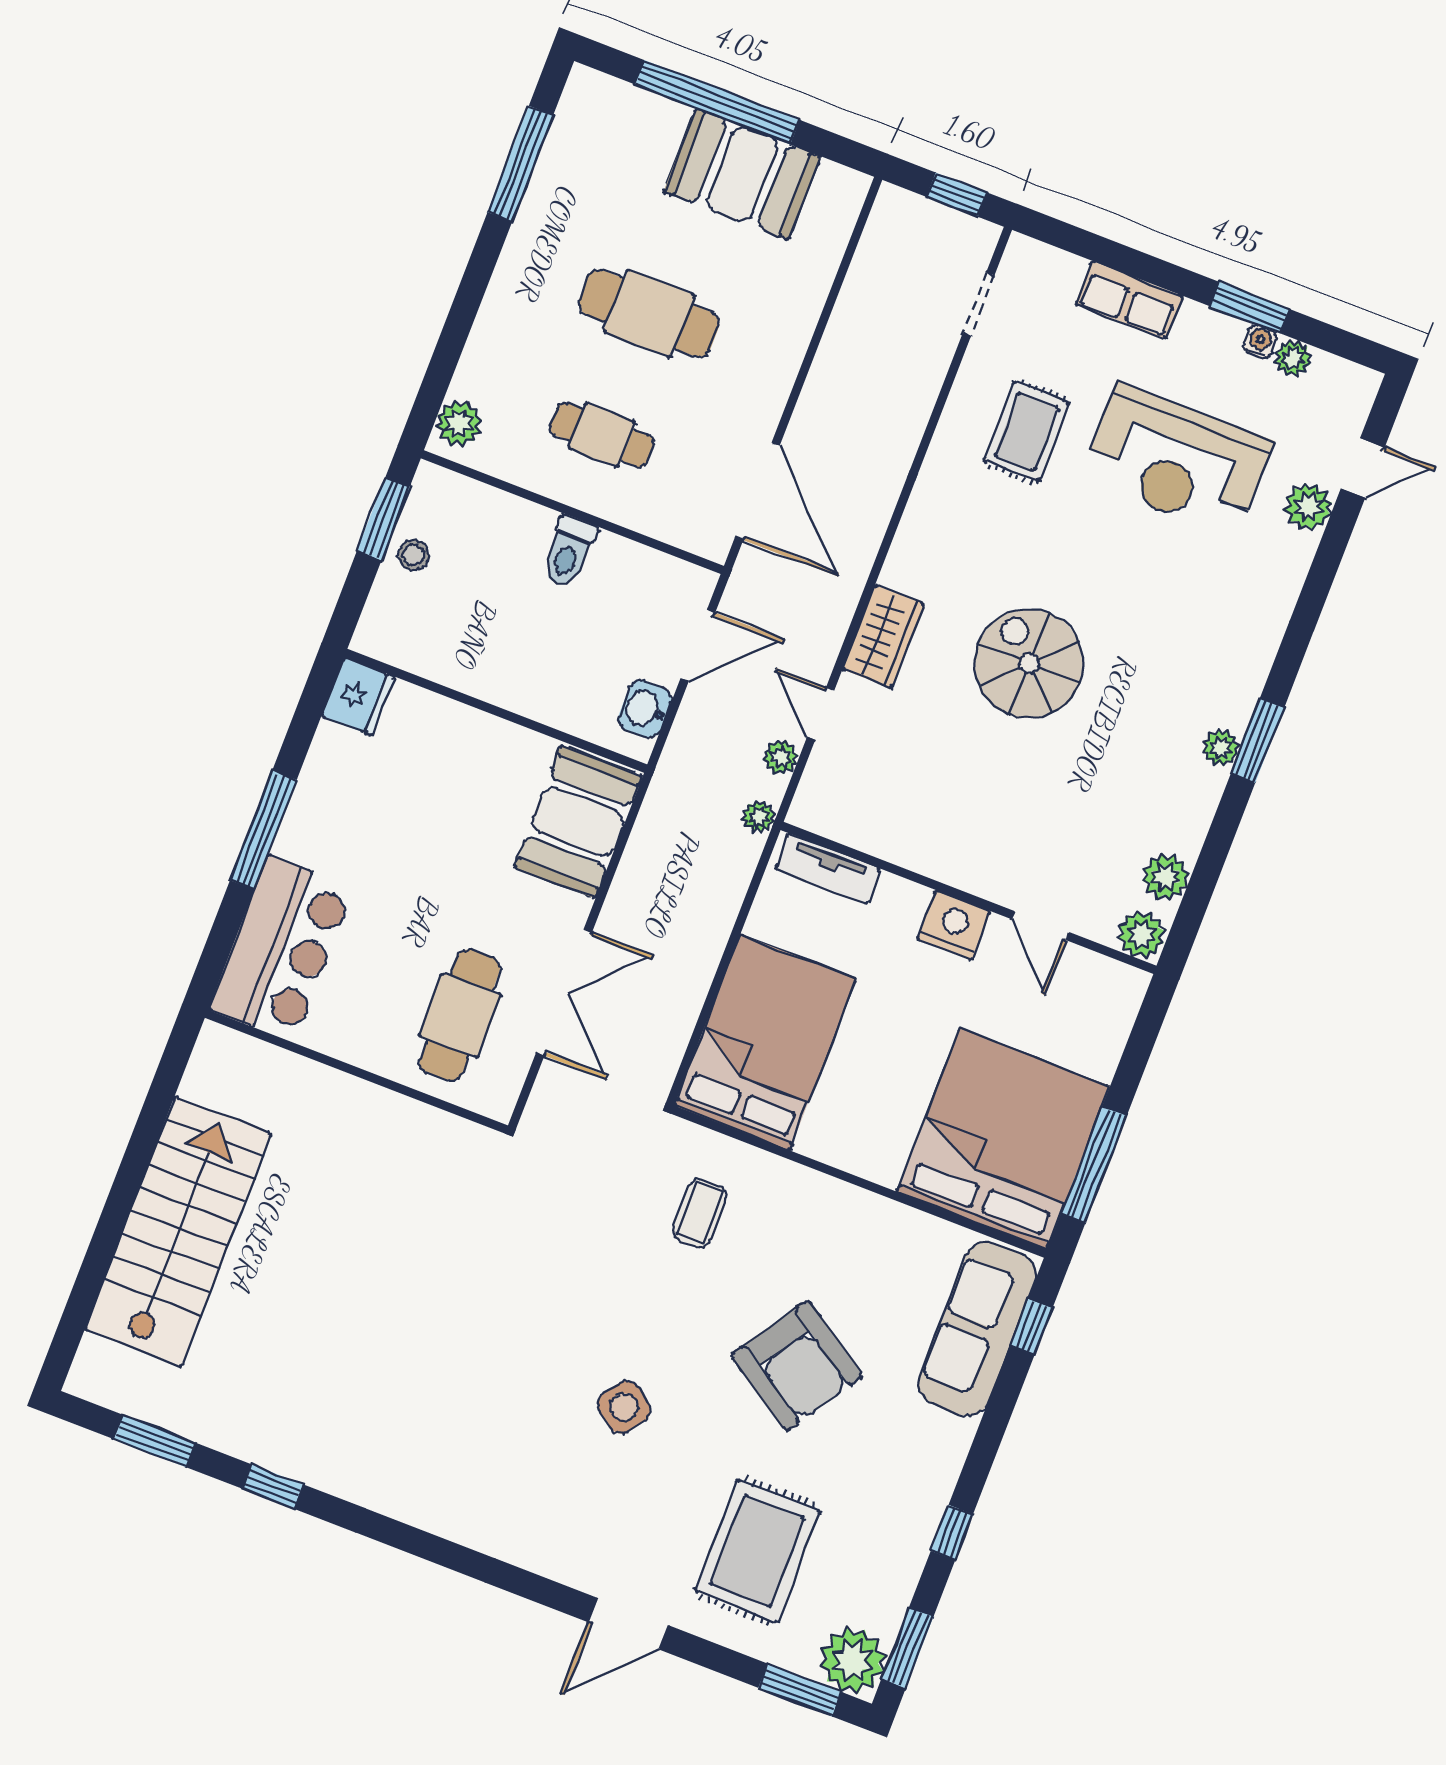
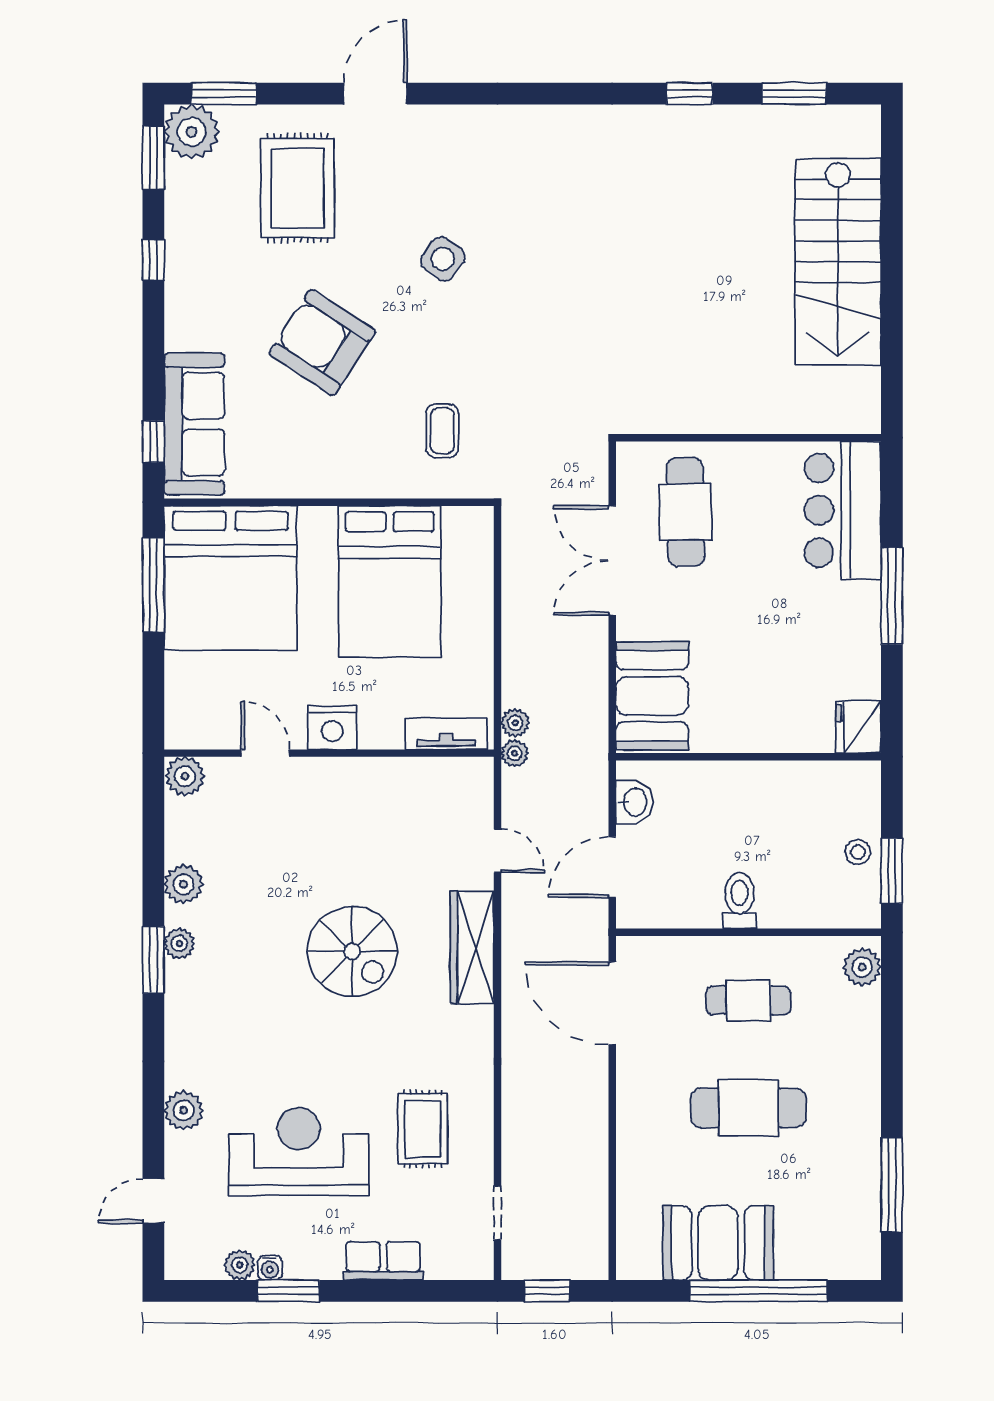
plant: (1308, 507) -> (184, 1110), moved
wardrobe: (883, 637) -> (472, 948), width x1.50
plant: (781, 757) -> (515, 723), moved
plant: (1166, 877) -> (184, 884), moved
bed: (765, 1042) -> (390, 581), moved

